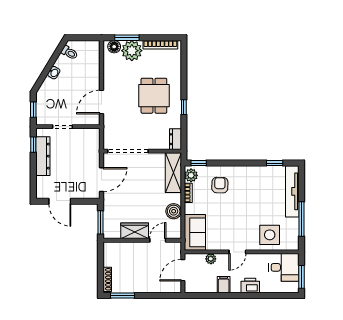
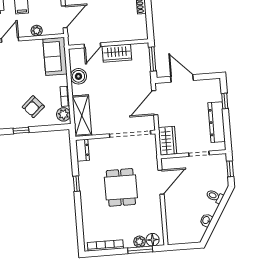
plant: (132, 51) -> (139, 242), width x0.53, depth x0.53
toilet: (69, 53) -> (215, 196), moved
washbasin: (54, 73) -> (206, 220), moved
dining table: (154, 96) -> (121, 187), moved
wardrobe: (92, 142) -> (167, 141), added
window: (33, 145) -> (225, 101), moved
window: (199, 163) -> (21, 130), moved
armchair: (220, 185) -> (33, 107), turned 47
door: (60, 201) -> (182, 78), moved

